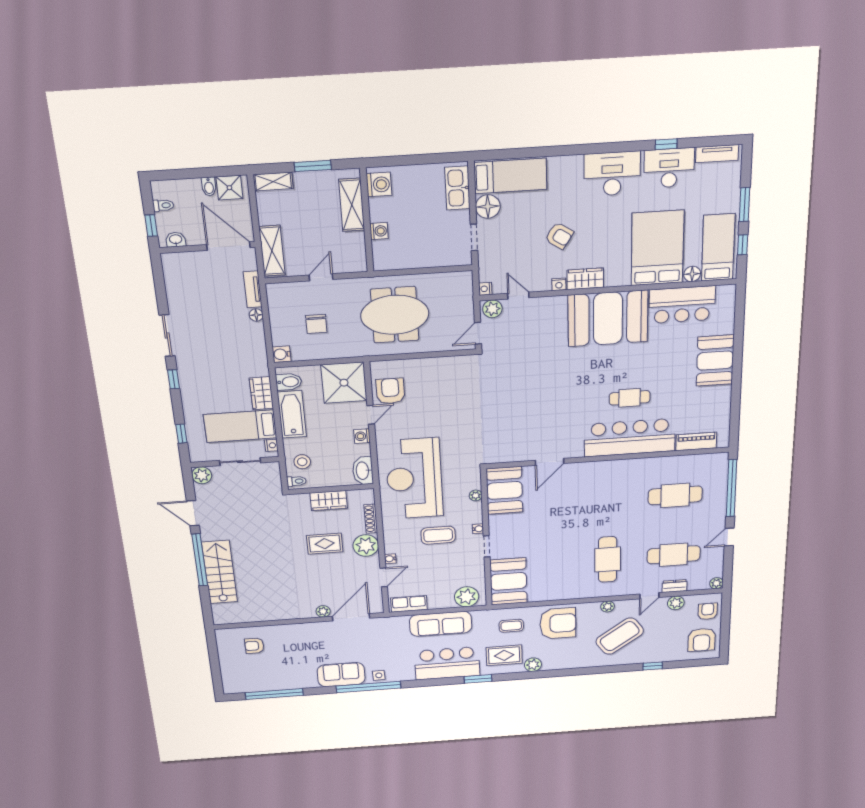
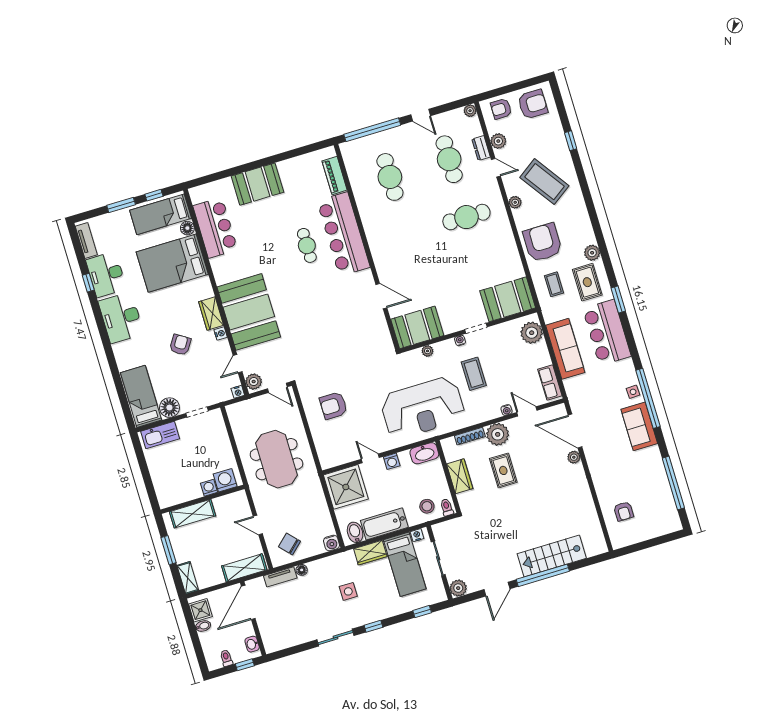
washing machine: (379, 185) -> (225, 480), moved
booth: (608, 318) -> (249, 312), moved
chair: (316, 324) -> (289, 544), moved, turned -133
side table: (220, 361) -> (348, 591), added
armchair: (390, 391) -> (333, 406), moved

